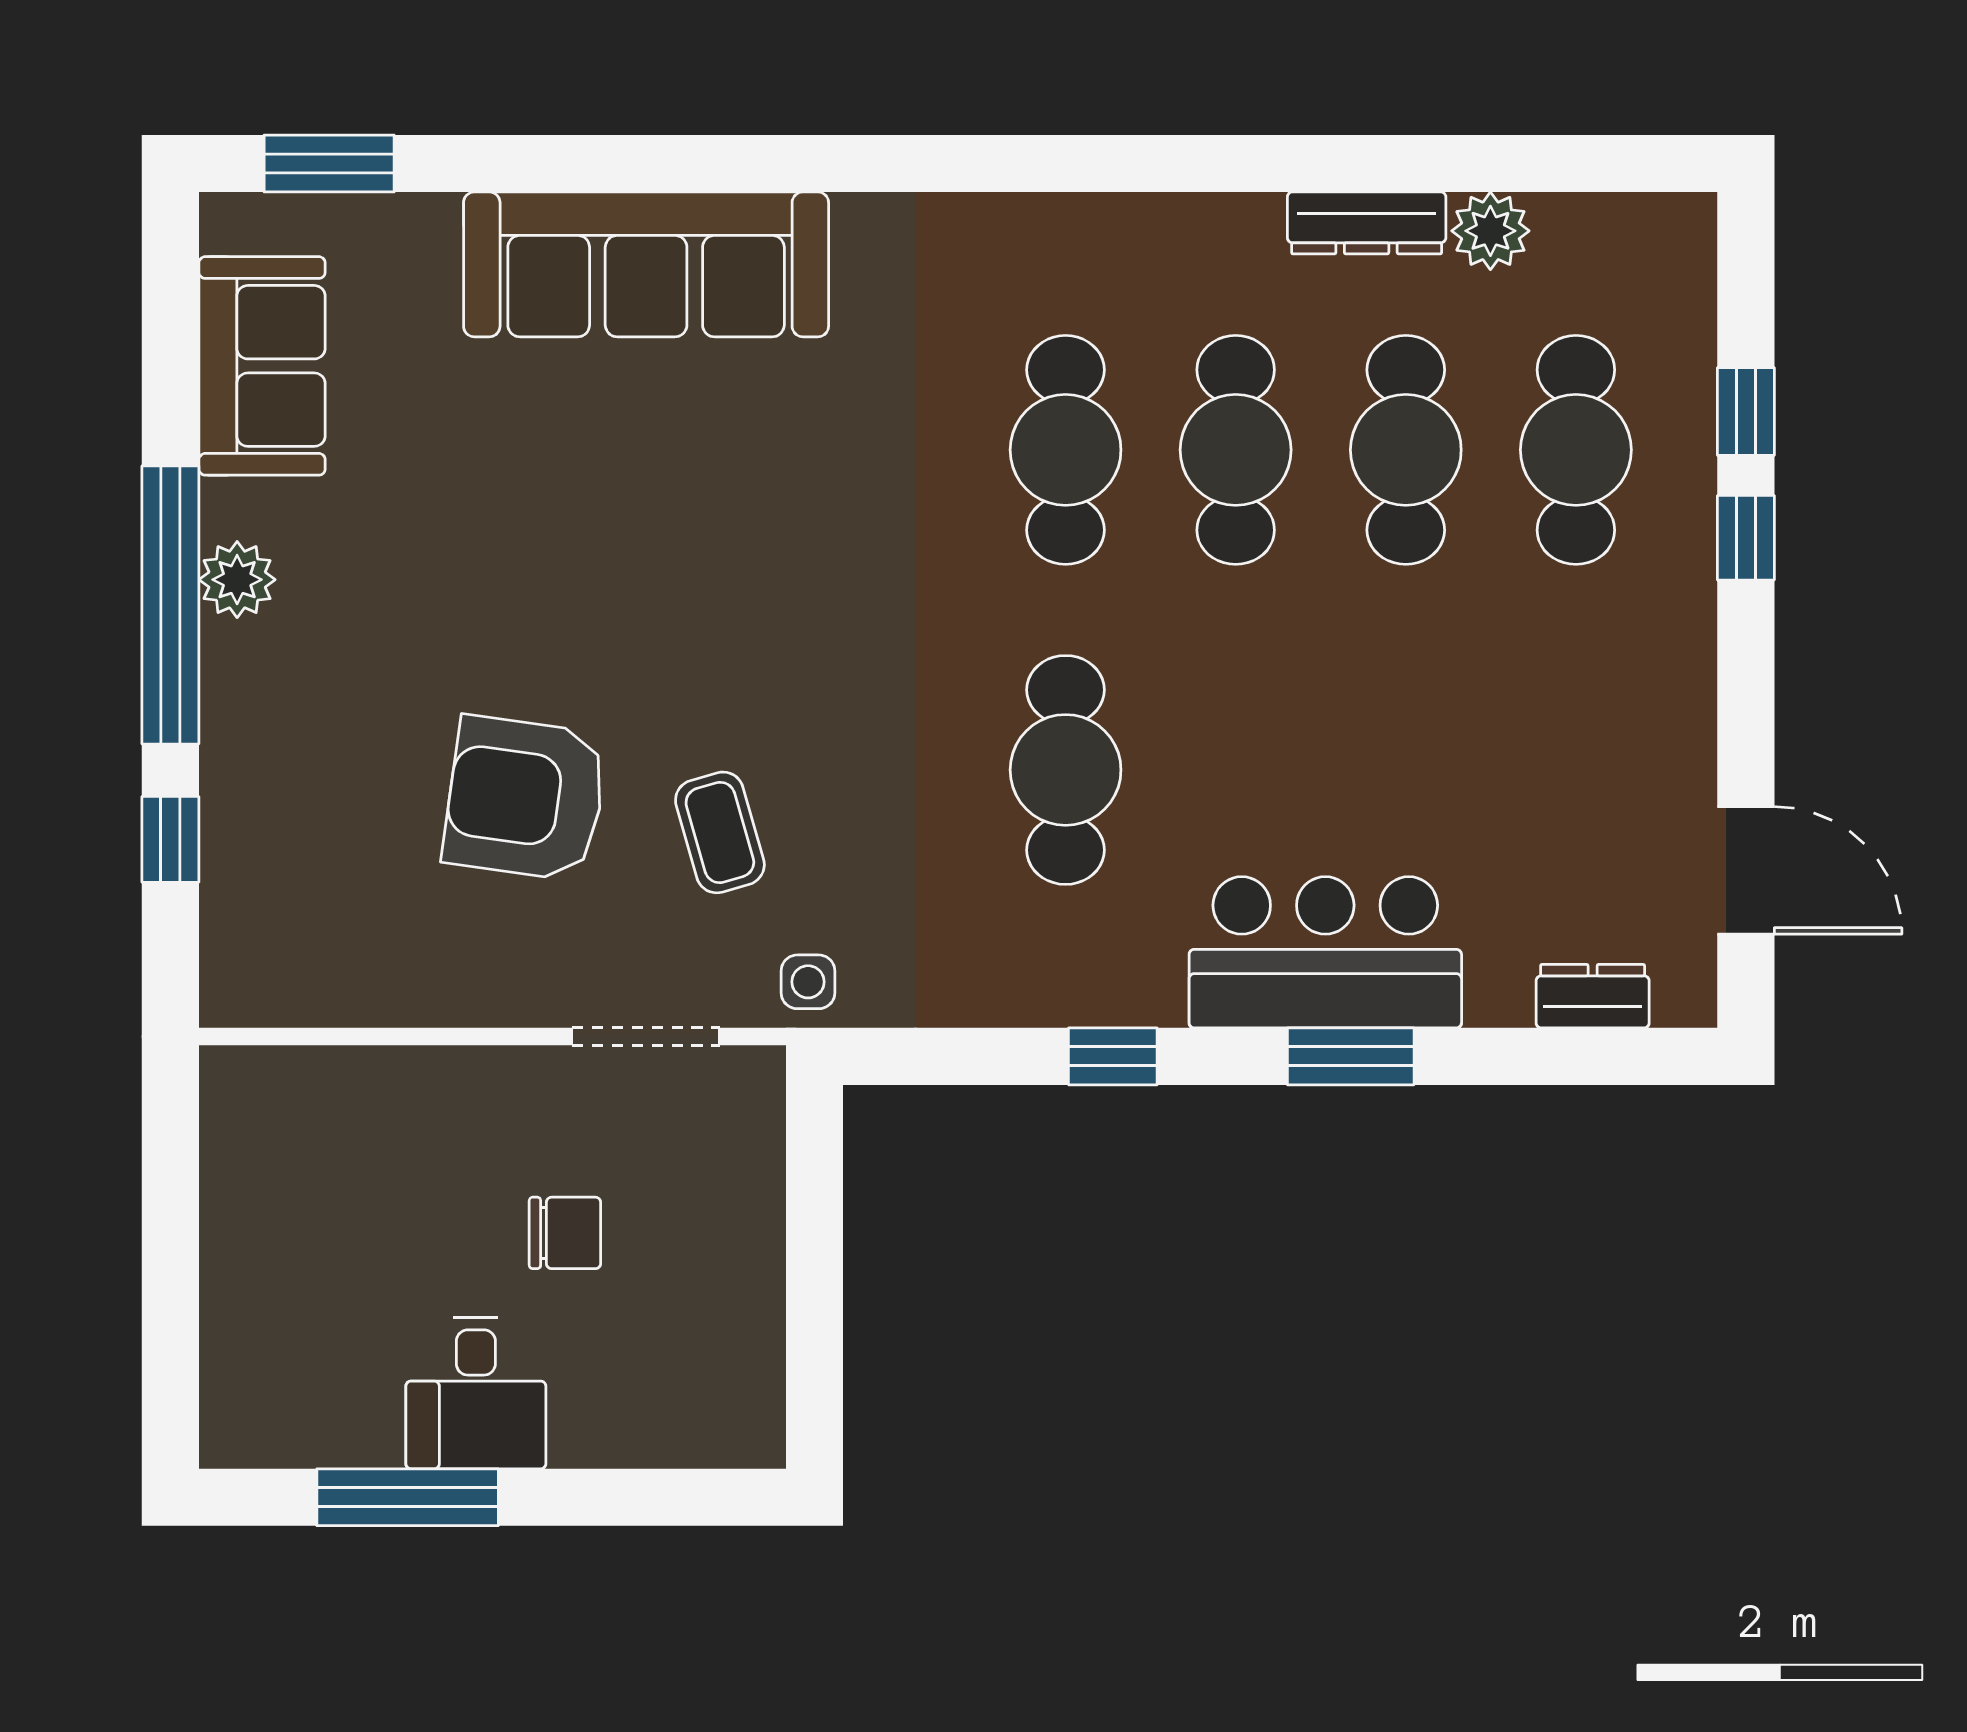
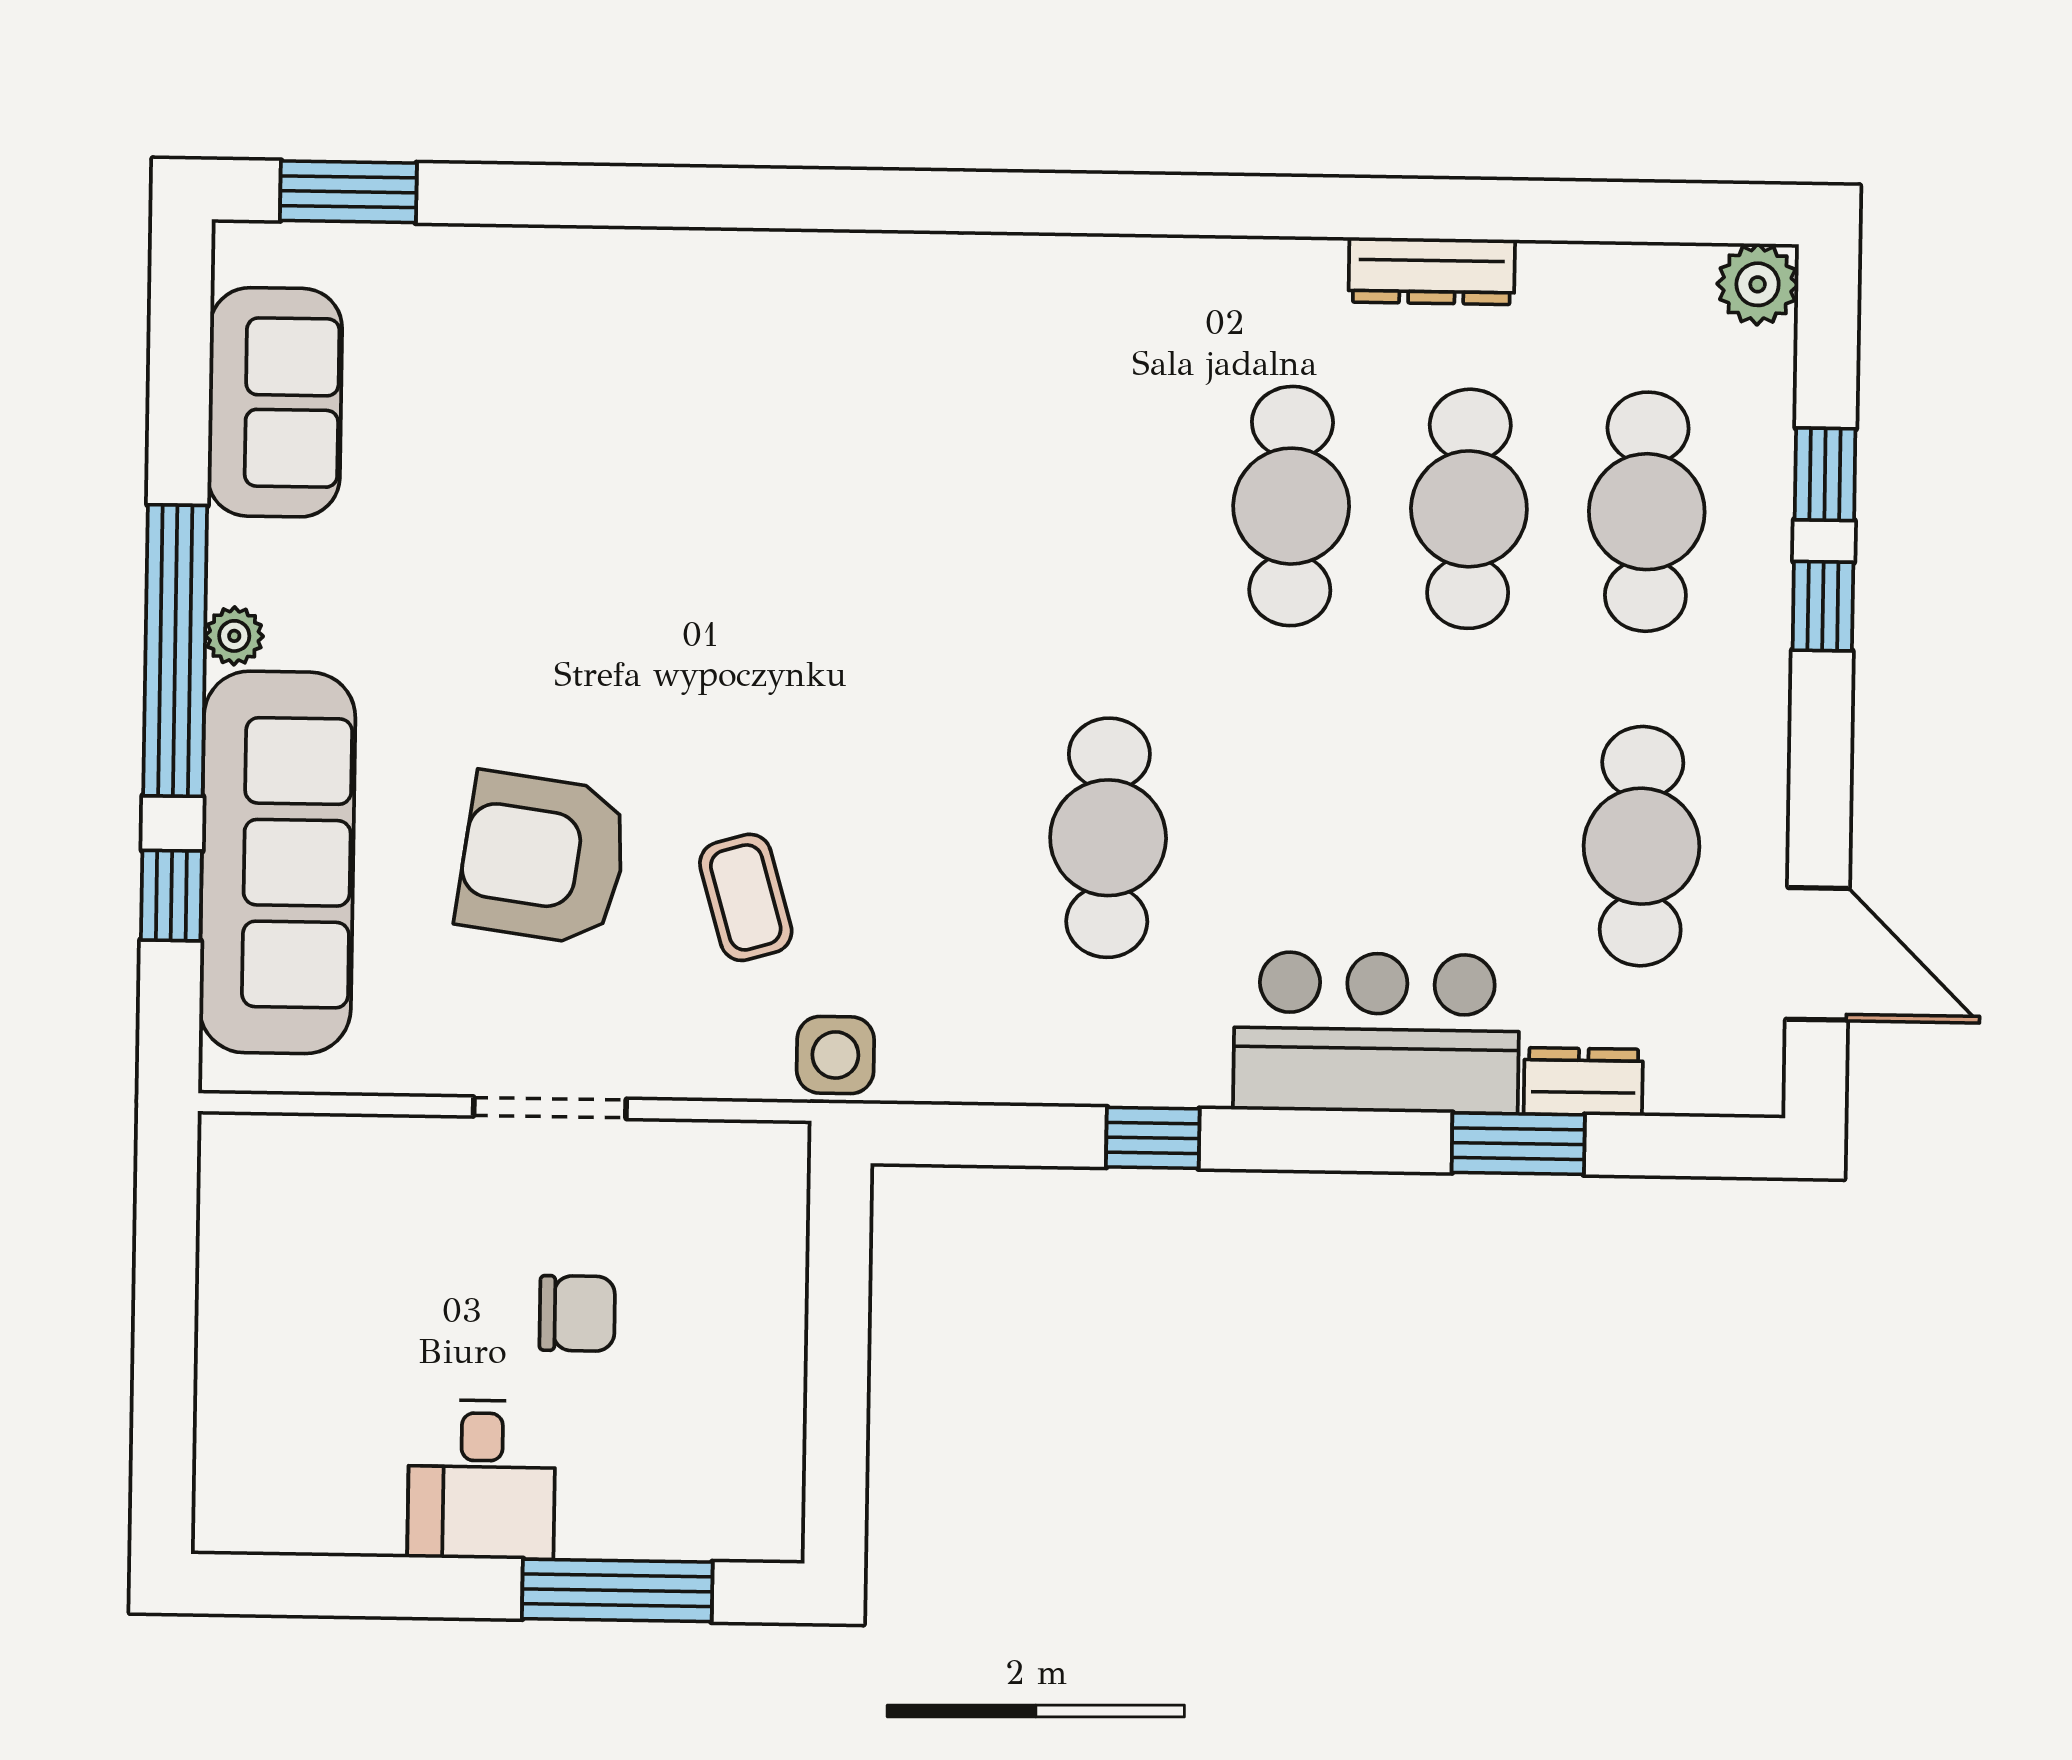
plant: (1490, 231) -> (1758, 284), moved
sofa: (646, 264) -> (277, 862), moved, turned -90
cafe table: (1066, 450) -> (1641, 846), moved
plant: (237, 580) -> (234, 636), width x0.73, depth x0.73
side table: (808, 982) -> (835, 1055), width x1.37, depth x1.37
dresser: (1593, 996) -> (1583, 1082), moved
doorway: (646, 1037) -> (550, 1108), moved
window: (1351, 1056) -> (1518, 1144), moved
window: (408, 1497) -> (617, 1590), moved

